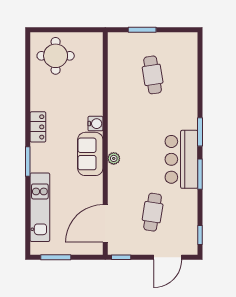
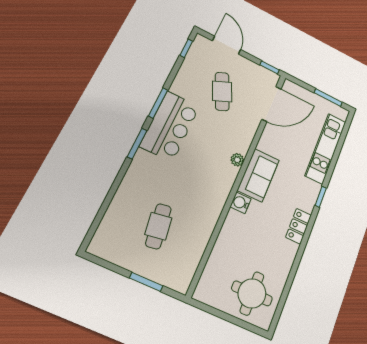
window: (28, 161) -> (321, 197), width x0.67
cafe table: (153, 212) -> (222, 91), turned -33
door: (168, 257) -> (227, 45), hinge flipped

